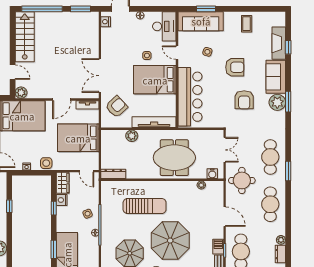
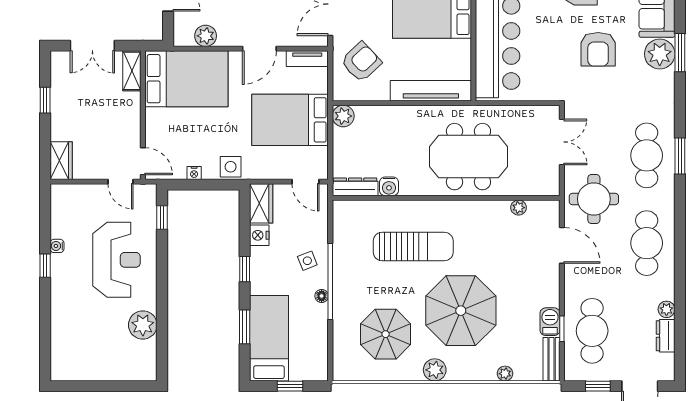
plant: (21, 93) -> (206, 36), moved
plant: (132, 136) -> (343, 116), moved
window: (288, 171) -> (680, 156), moved
water cooler: (212, 174) -> (389, 186), moved
window: (9, 206) -> (162, 217), moved
window: (54, 208) -> (245, 269), moved
door: (225, 217) -> (562, 245), moved

